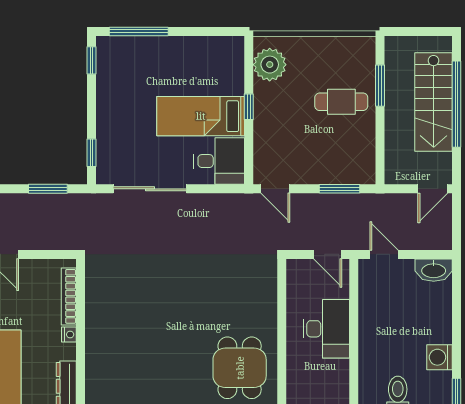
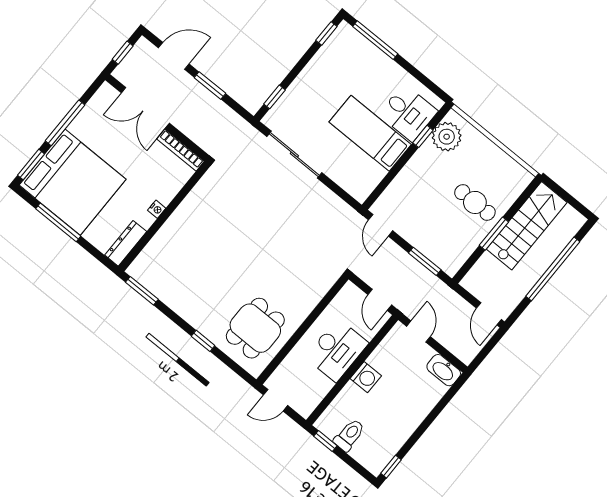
window: (380, 86) -> (494, 234), moved
stairs: (434, 102) -> (527, 226), moved, turned 180
window: (249, 107) -> (423, 136), moved
desk: (219, 161) -> (408, 113), moved
window: (48, 189) -> (210, 86), moved
door: (433, 189) -> (489, 314), hinge flipped
bookcase: (69, 296) -> (180, 150), moved, turned -90
washing machine: (439, 357) -> (366, 377), moved, turned 180

